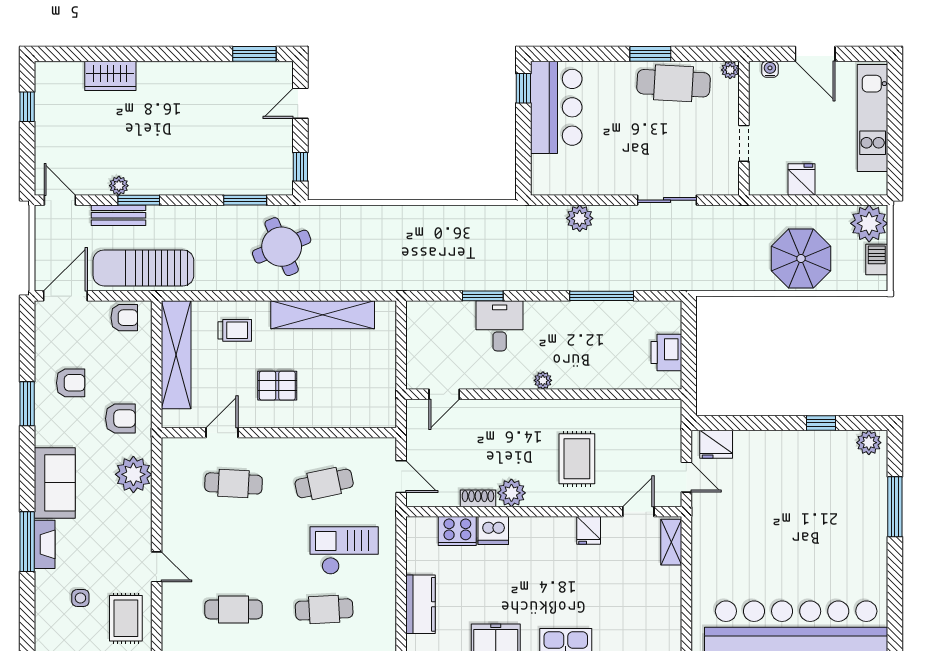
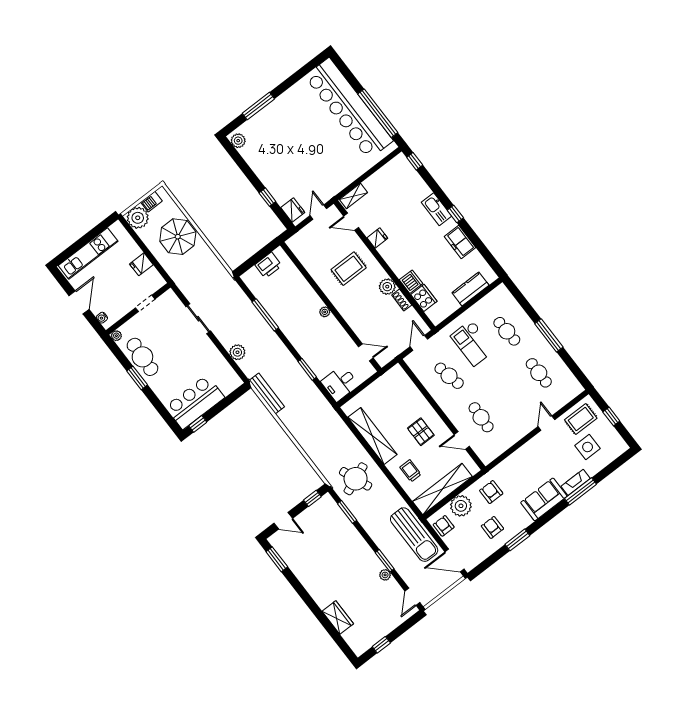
bench: (118, 215) -> (267, 393), moved, width x1.36
desk: (500, 326) -> (340, 383), moved
window: (821, 423) -> (267, 197), moved
plant: (133, 474) -> (461, 506), moved
side table: (80, 598) -> (588, 447), width x1.87, depth x1.87

